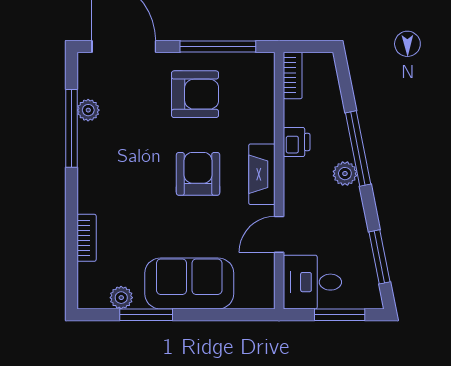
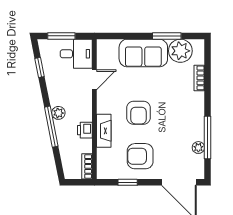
window: (218, 46) -> (128, 182), width x0.46
fireplace: (262, 174) -> (104, 131), moved
window: (379, 257) -> (40, 67), width x0.67
plant: (121, 298) -> (180, 51), width x1.88, depth x1.88

